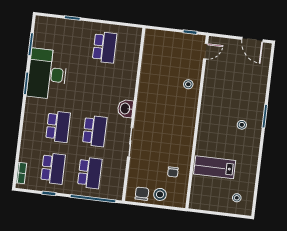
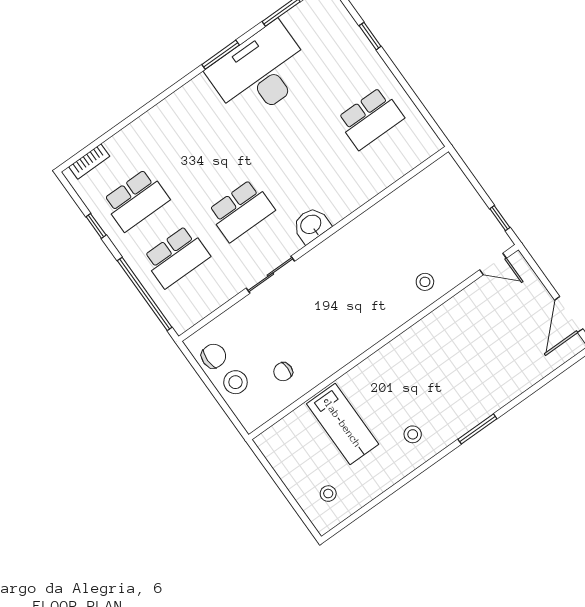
stool: (242, 125) -> (413, 434), moved
school desk: (58, 127) -> (201, 154), removed
lab bench: (215, 167) -> (343, 424), turned 180

